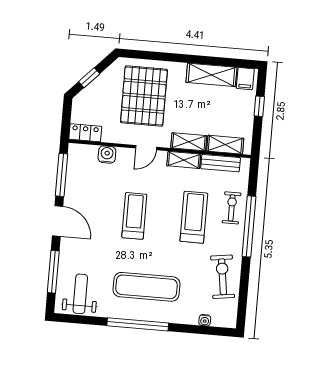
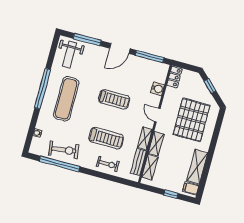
pallet: (144, 96) -> (191, 120), turned 90
window: (249, 226) -> (59, 164), moved
weight bench: (80, 294) -> (69, 55), turned 90

